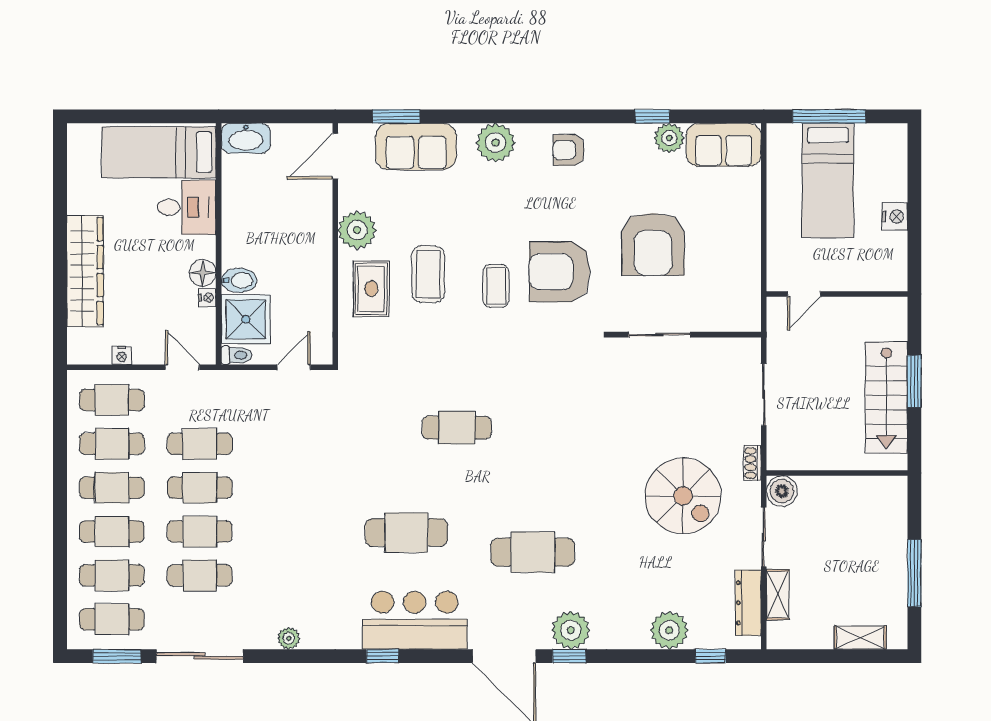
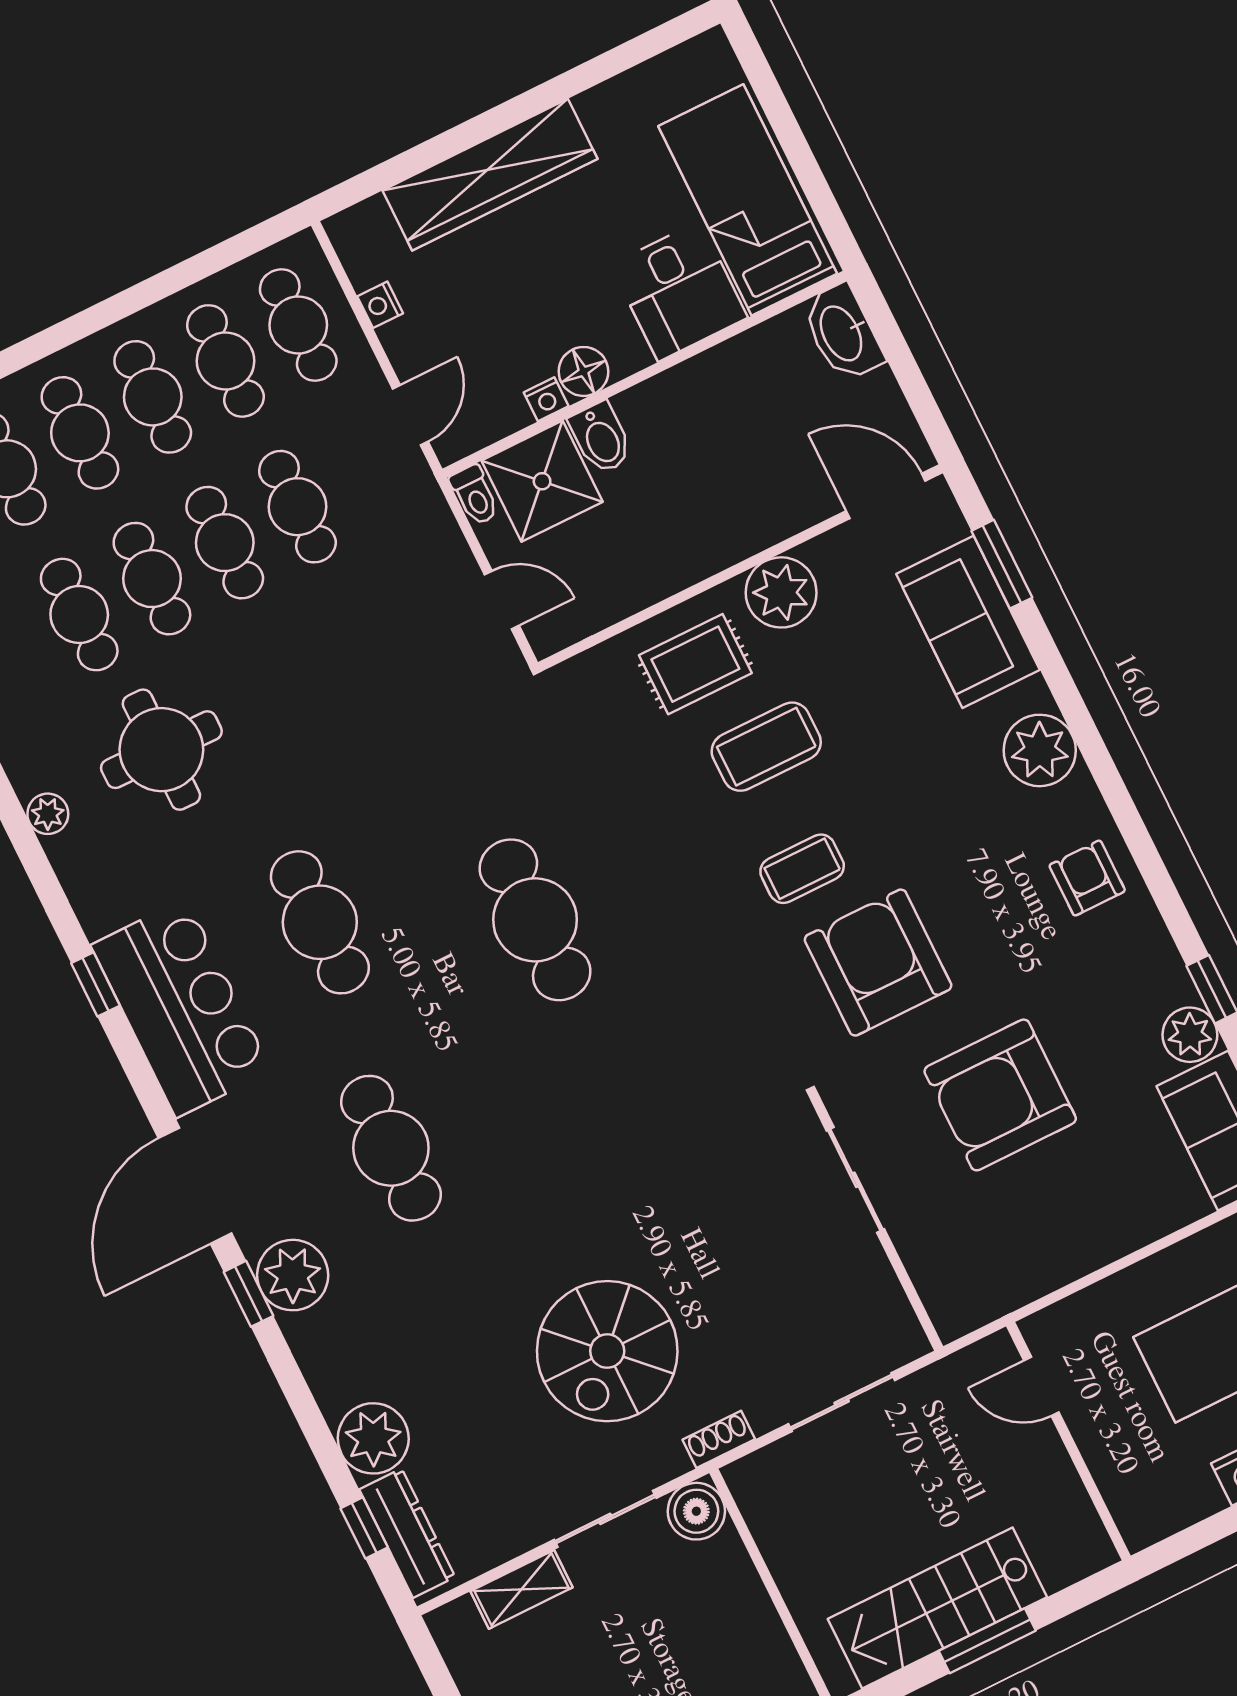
cafe table: (457, 428) -> (535, 920), width x1.37, depth x1.35
round table: (285, 568) -> (161, 750), added
dresser: (748, 603) -> (407, 1533), moved, turned 90

